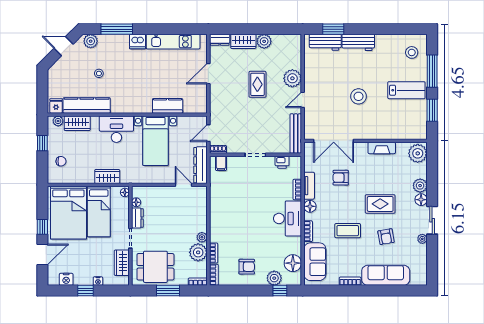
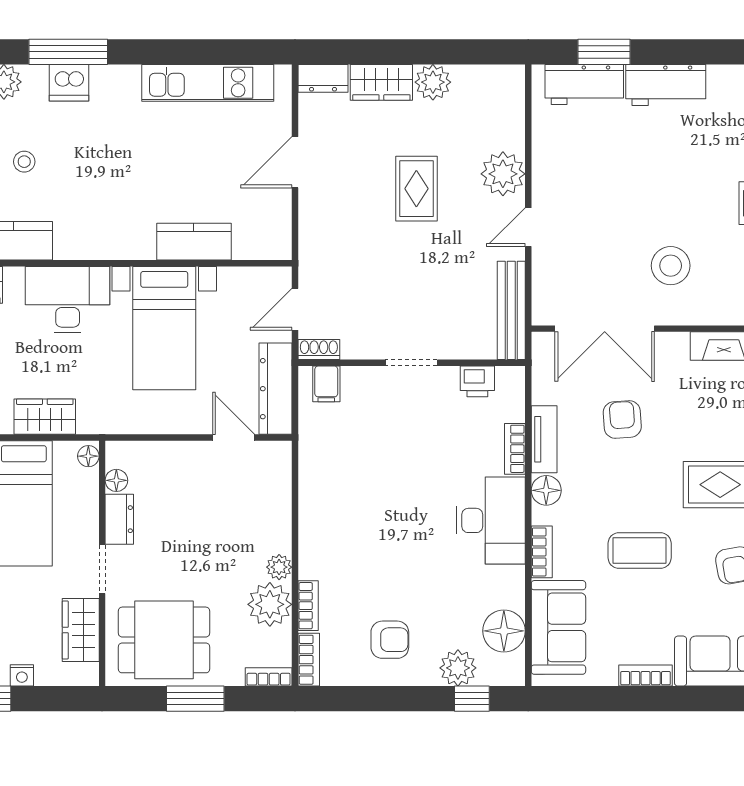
dishwasher: (137, 41) -> (69, 83), moved
stool: (359, 96) -> (671, 266), moved
armchair: (341, 178) -> (622, 419), turned 86

